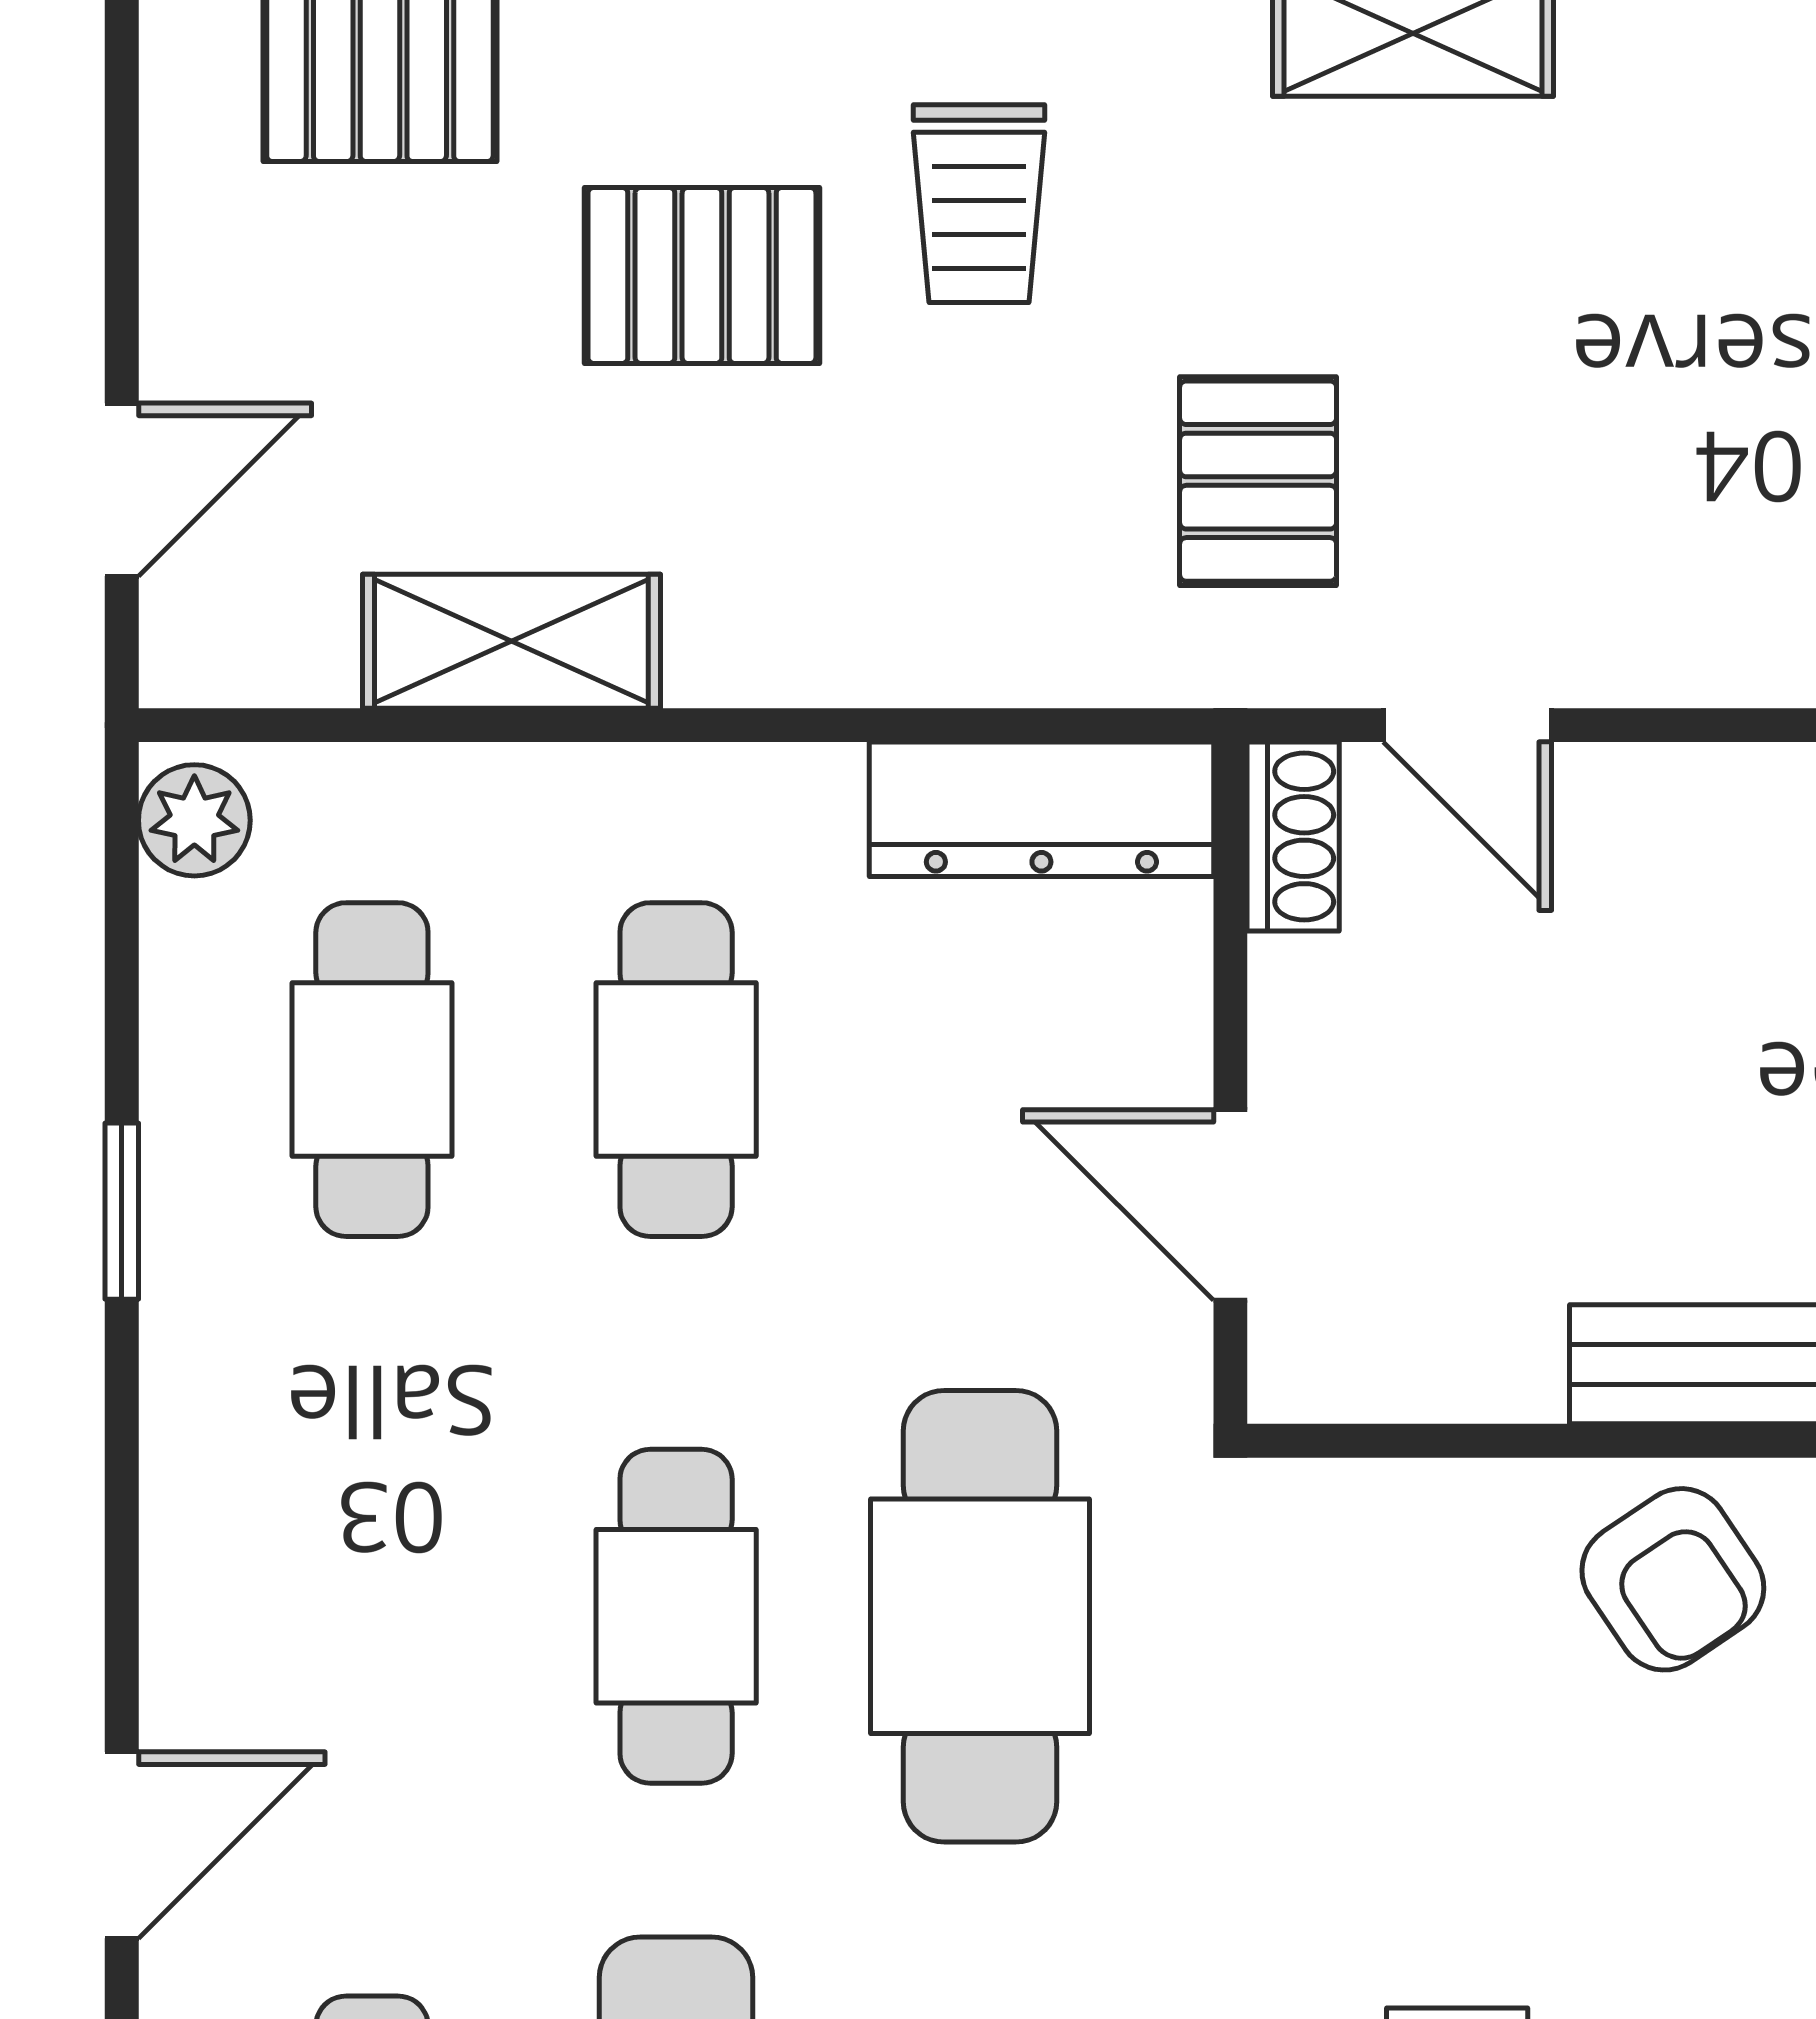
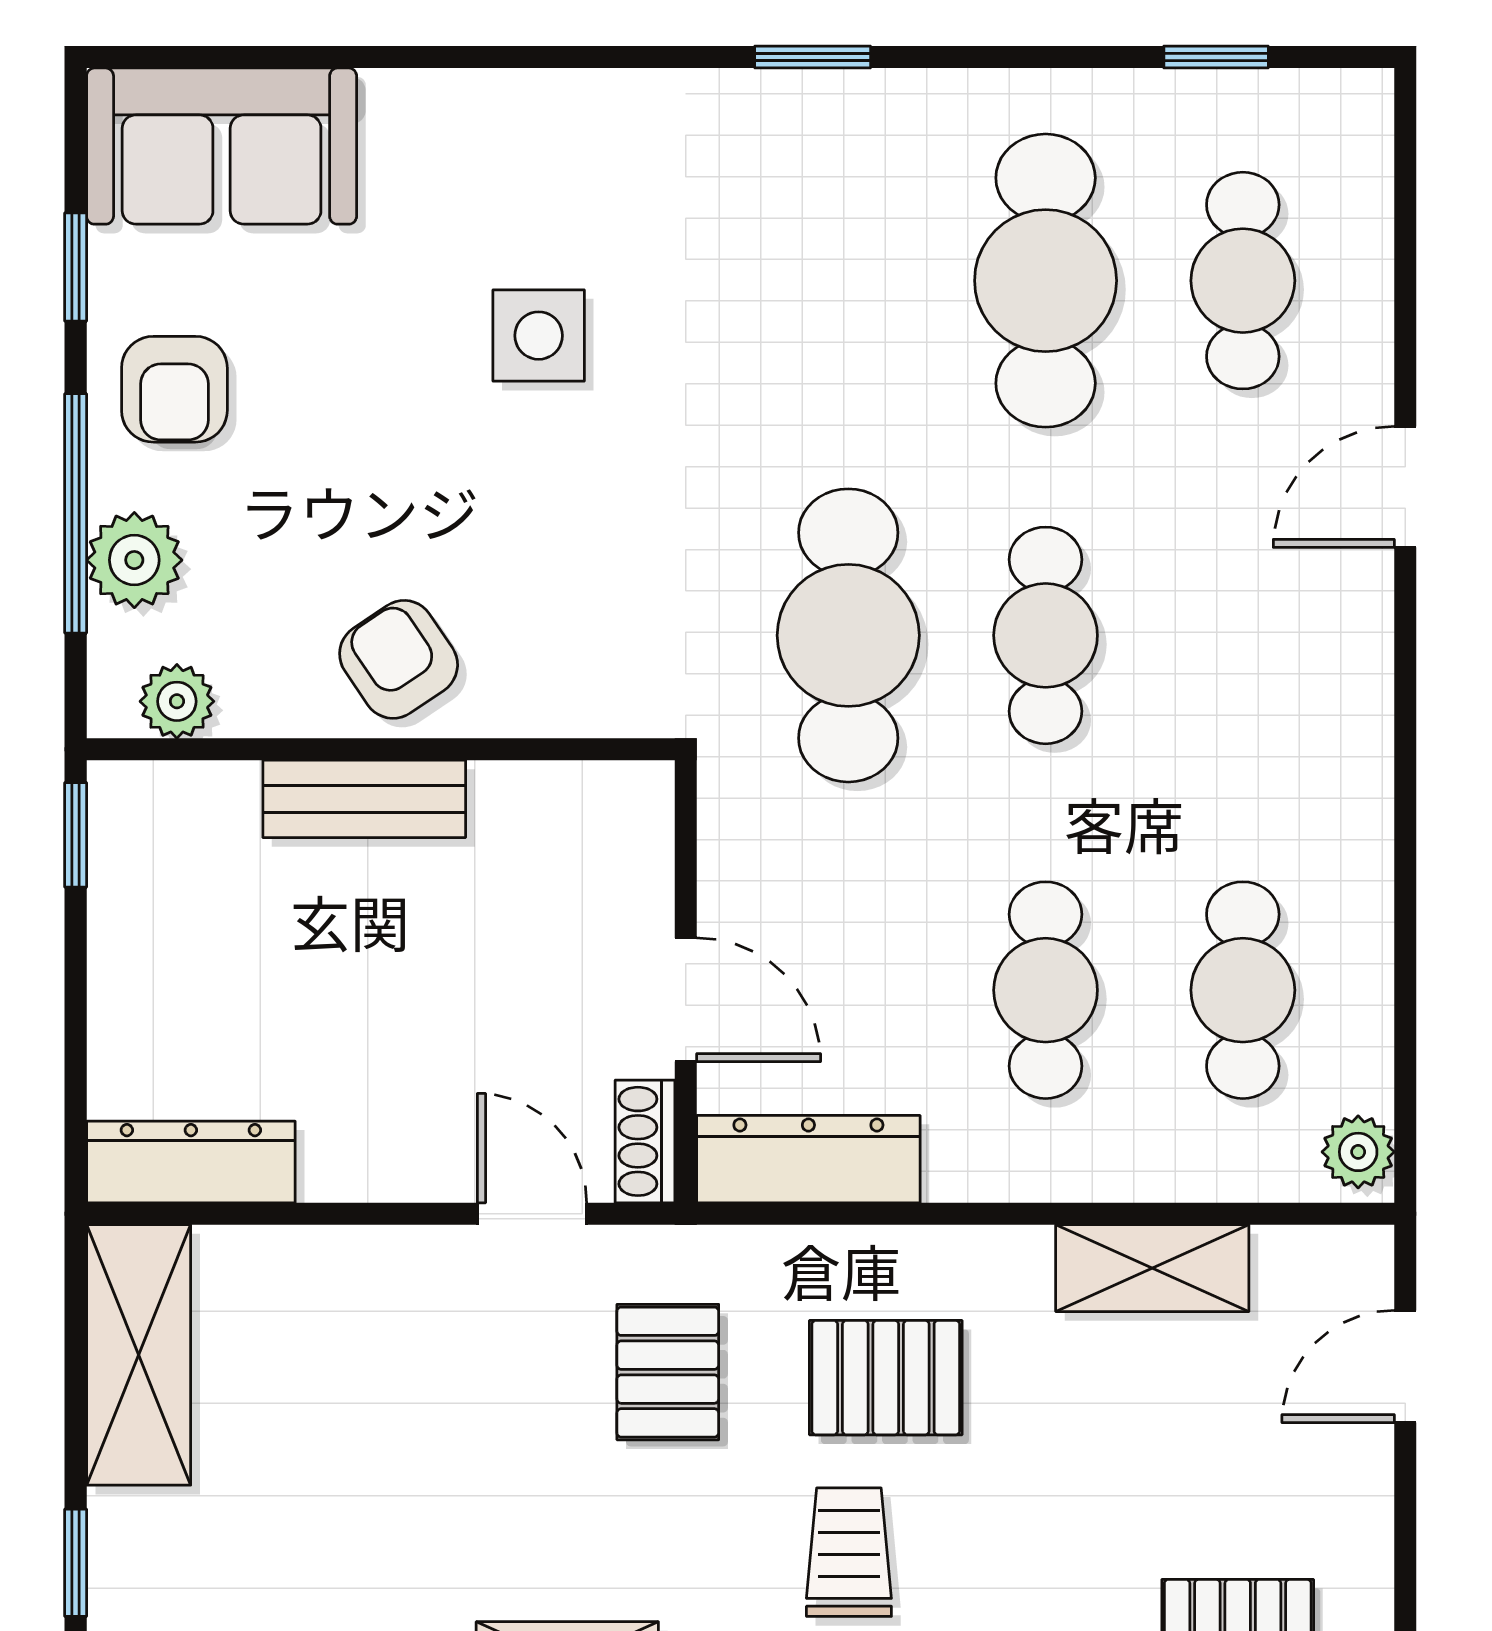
pallet: (702, 275) -> (886, 1378), moved
door: (1230, 1205) -> (686, 1000), moved
window: (122, 1211) -> (1405, 898), removed

